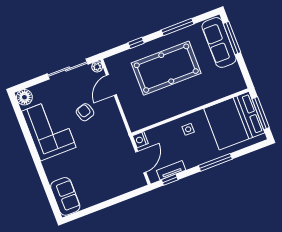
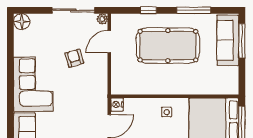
corner sofa: (49, 129) -> (33, 84), moved

